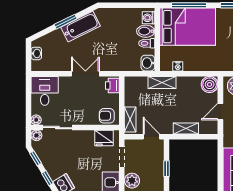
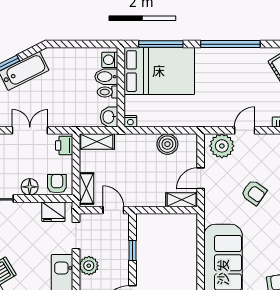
nightstand: (178, 66) -> (130, 121), moved
shelving: (162, 82) -> (97, 142), moved
boiler: (210, 84) -> (167, 144), moved
armchair: (107, 116) -> (57, 184), turned 90
floor lamp: (85, 118) -> (30, 187), added
shelving: (186, 128) -> (182, 200), moved

